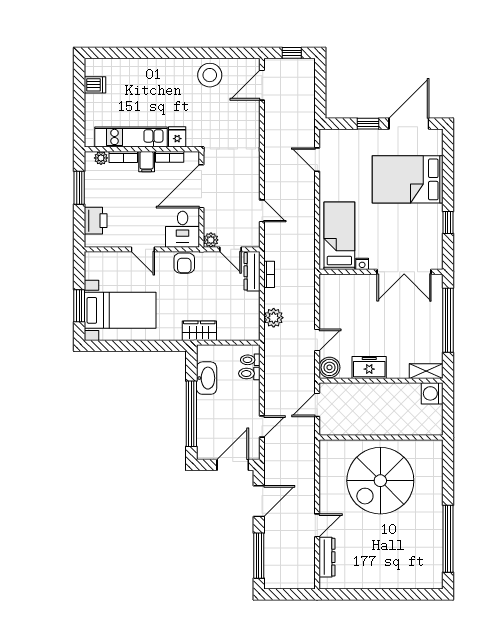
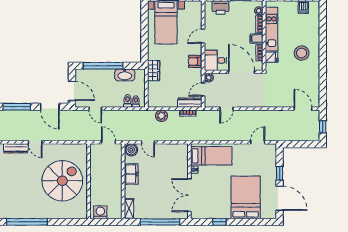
stool: (210, 75) -> (302, 53), moved
washing machine: (432, 393) -> (100, 212), moved
spiral stairs: (380, 481) -> (62, 181), turned 90

